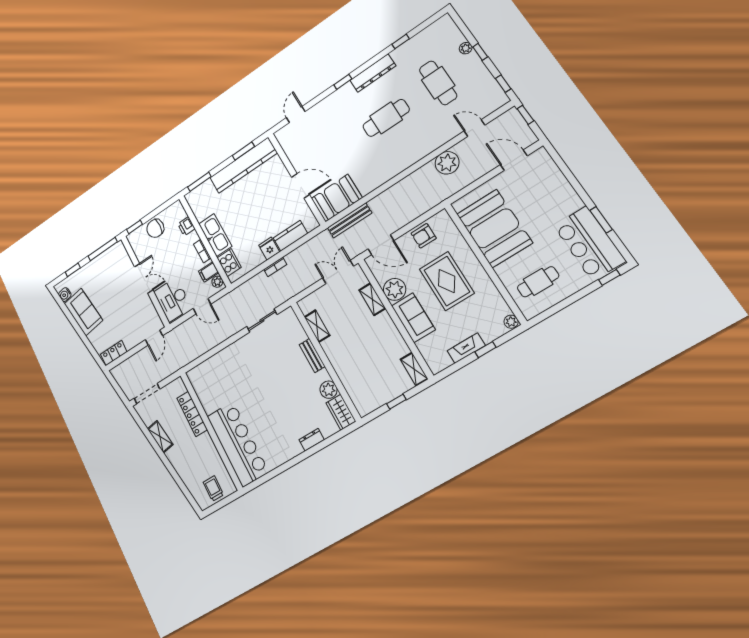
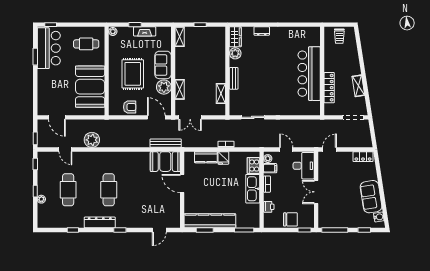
cafe table: (386, 118) -> (109, 190), turned 90
bar counter: (238, 444) -> (309, 74), moved

